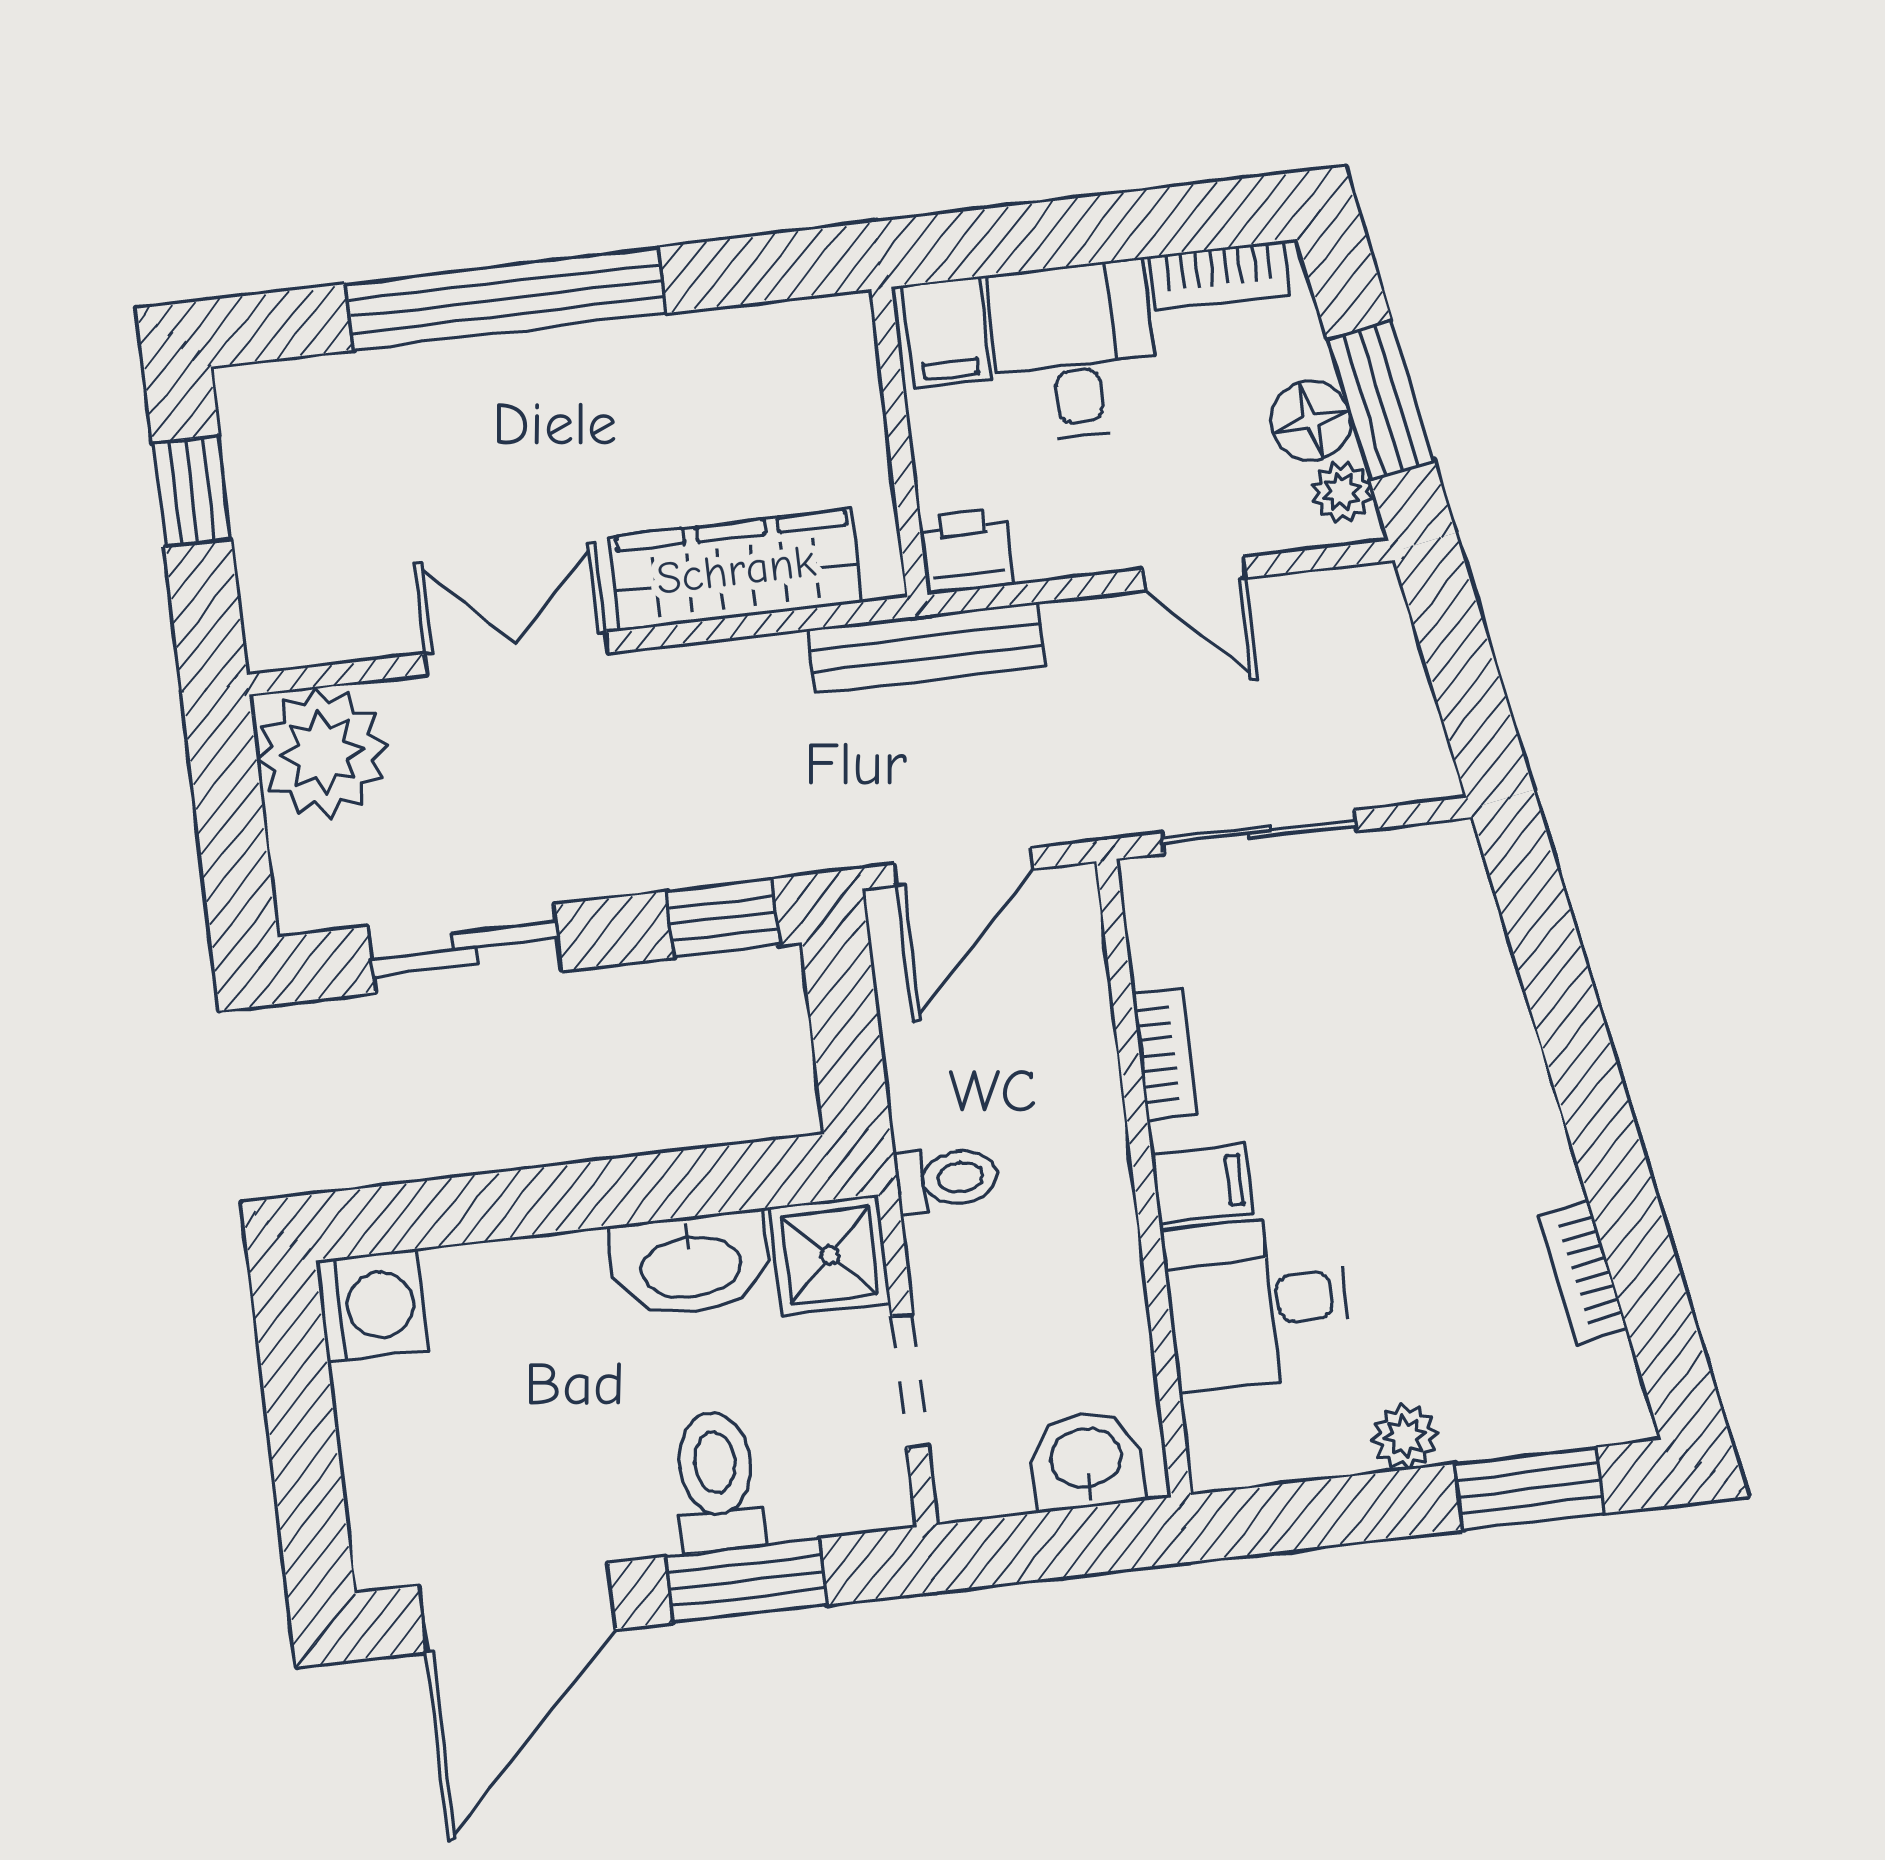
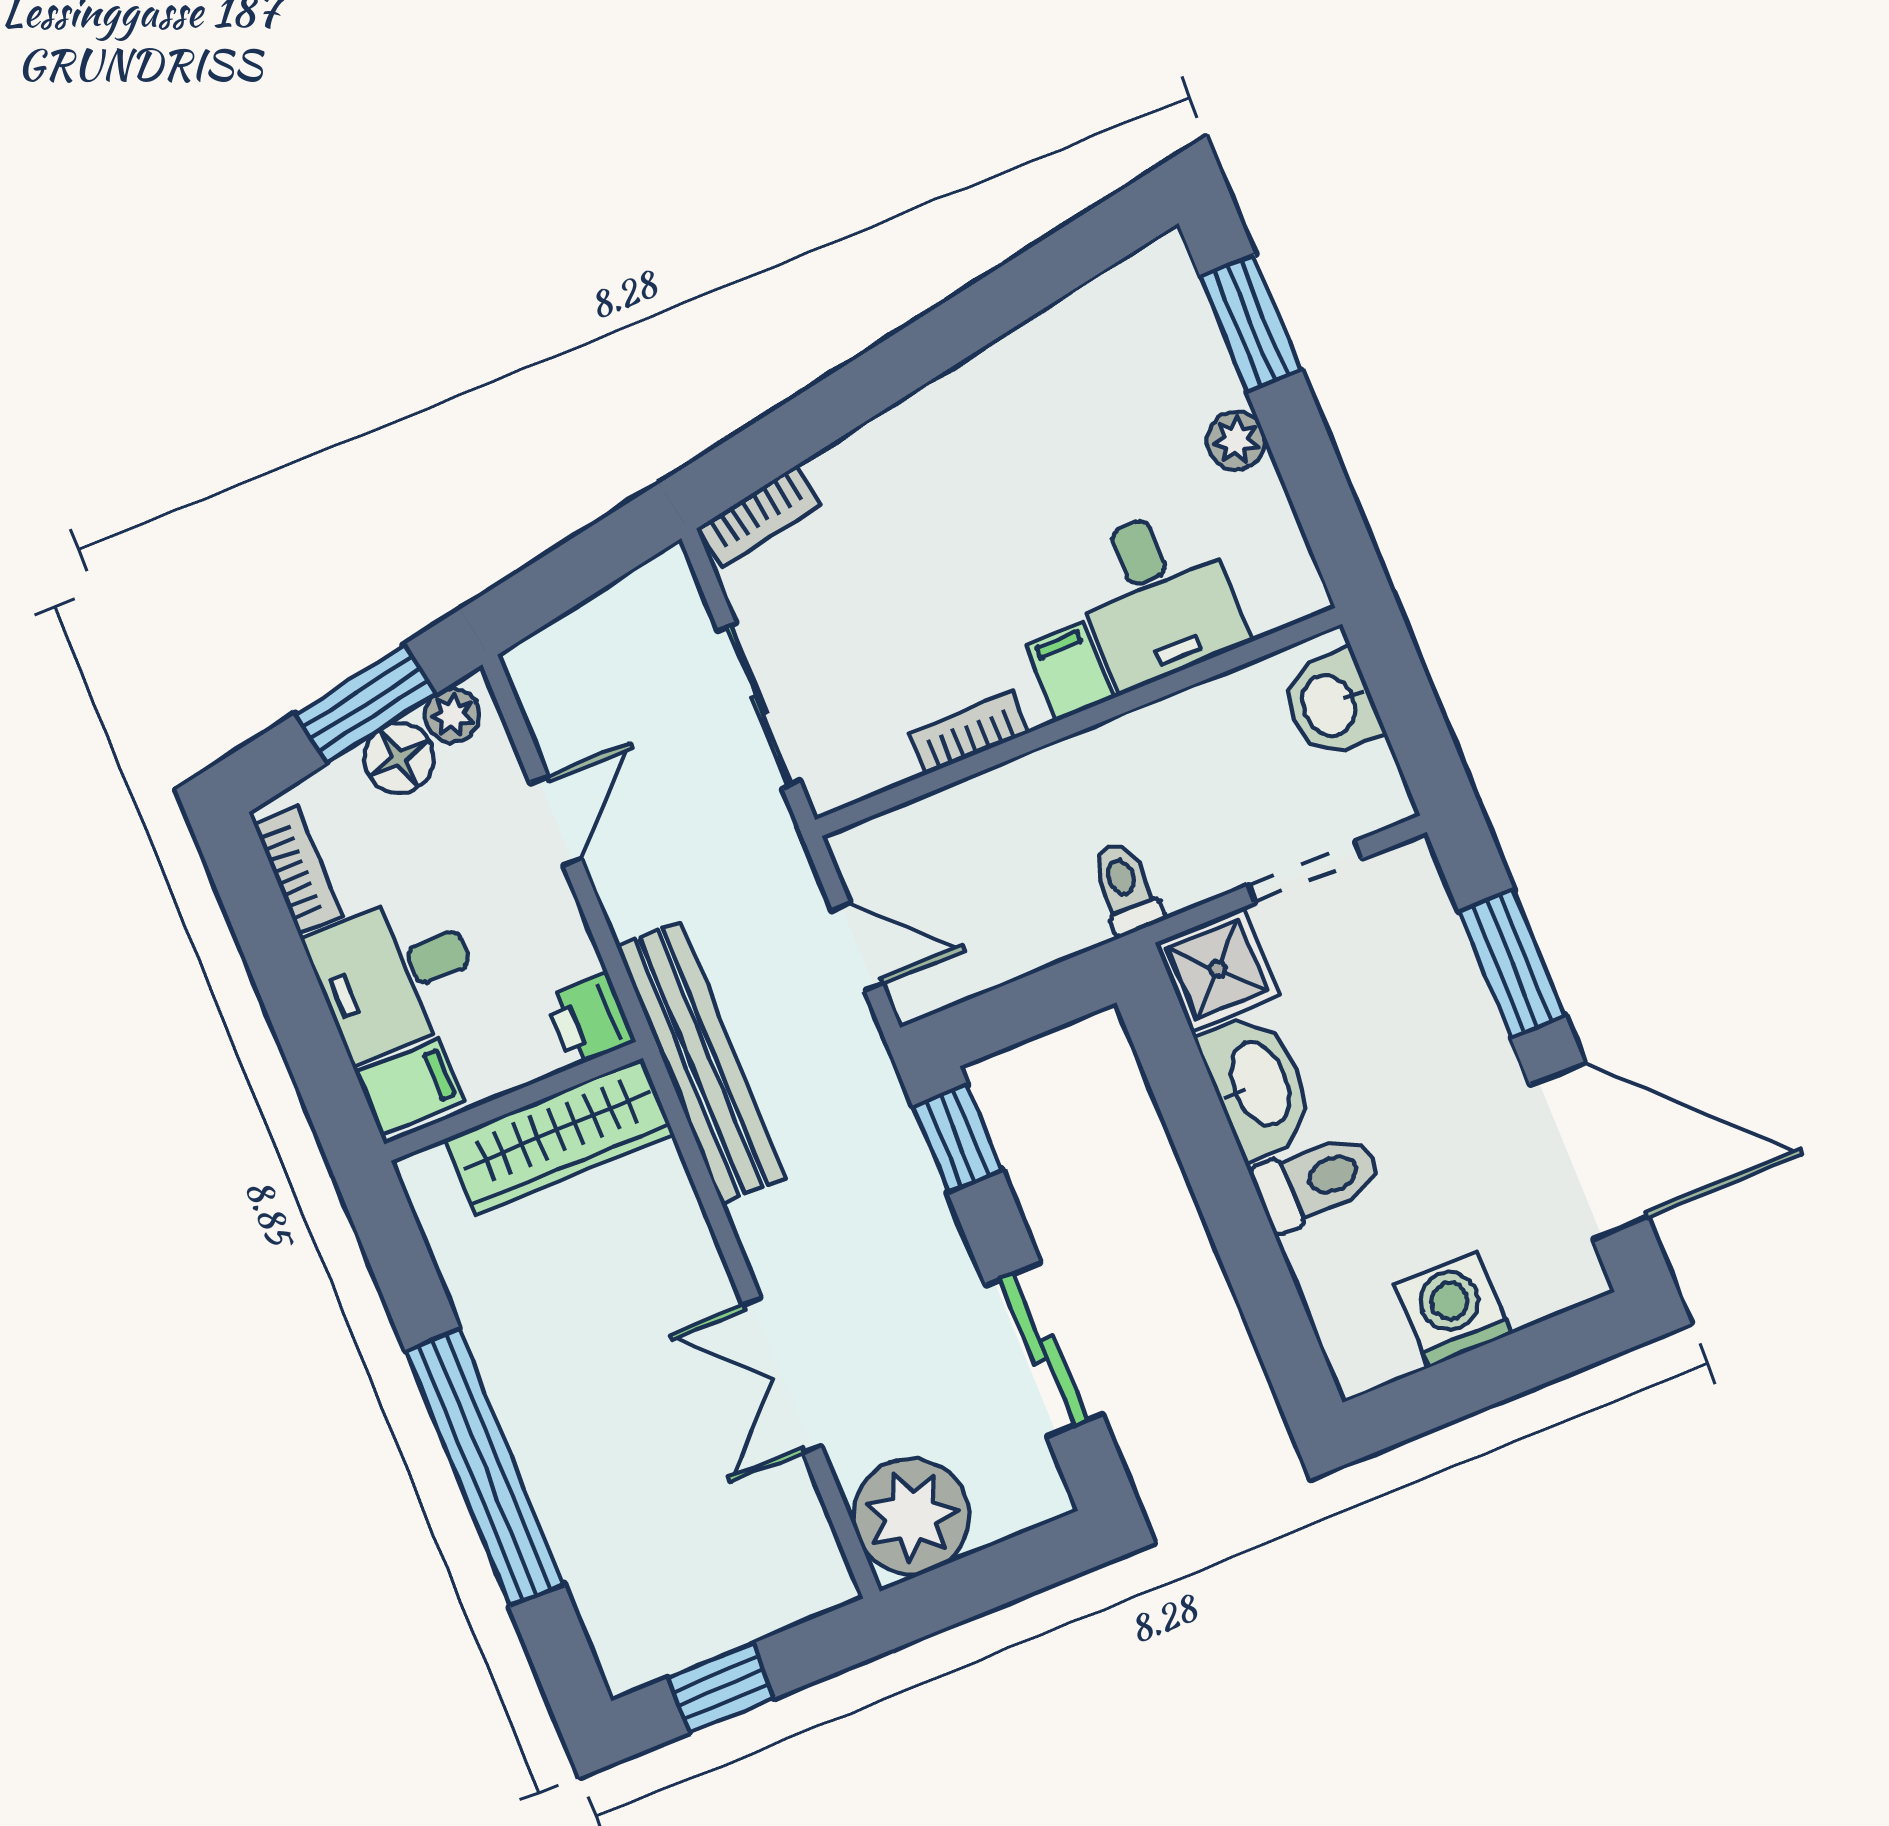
wardrobe: (736, 570) -> (559, 1137), moved, turned -90
bench: (926, 648) -> (701, 1062), width x1.37, depth x1.21
door: (964, 867) -> (857, 947), width x0.73
bookcase: (1583, 1272) -> (759, 516), moved
washing machine: (372, 1306) -> (1453, 1309), moved
toilet: (717, 1481) -> (1317, 1181), moved, turned 180

